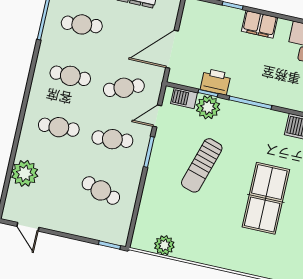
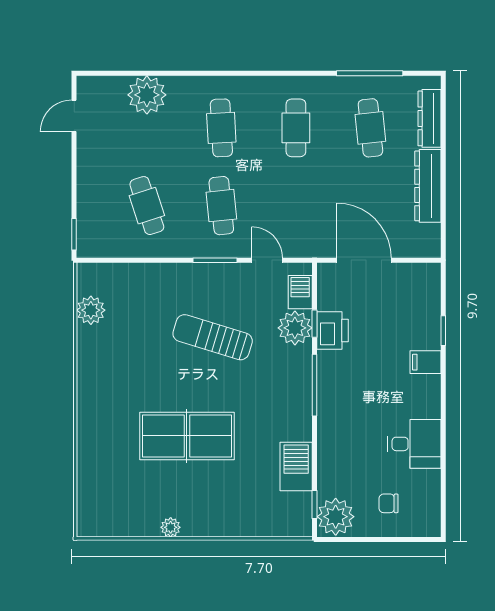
filing cabinet: (260, 24) -> (425, 362), width x0.50
cafe table: (124, 88) -> (296, 206), removed
cafe table: (101, 190) -> (147, 206), turned -36

